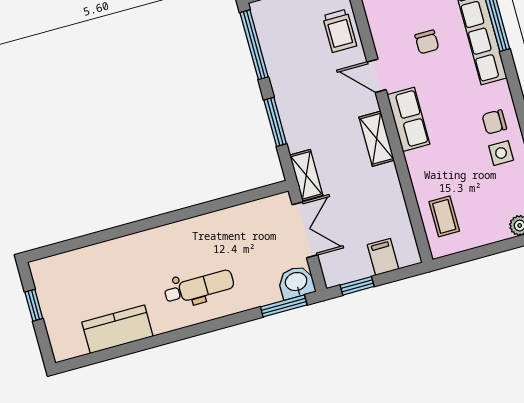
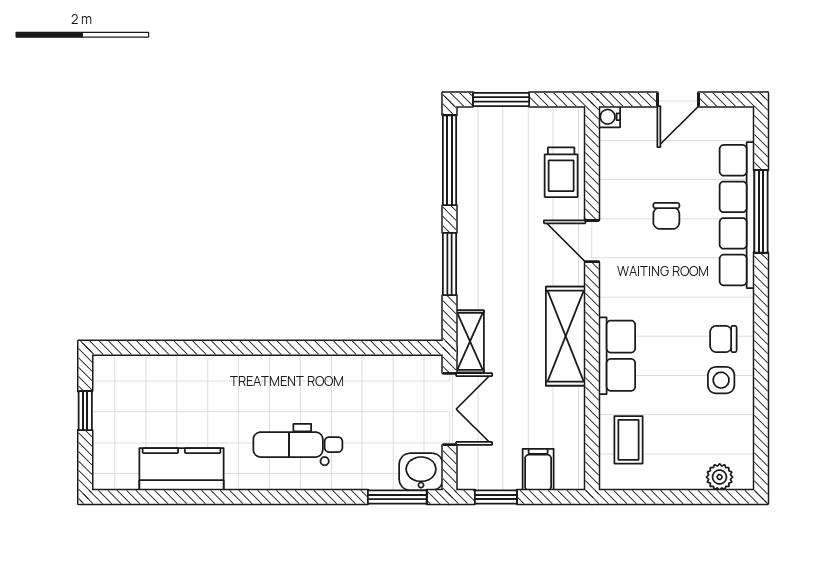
row of seats: (408, 119) -> (617, 356), moved
shelving: (377, 139) -> (566, 336), width x1.50, depth x1.33
dental chair: (199, 287) -> (298, 445), turned 180

